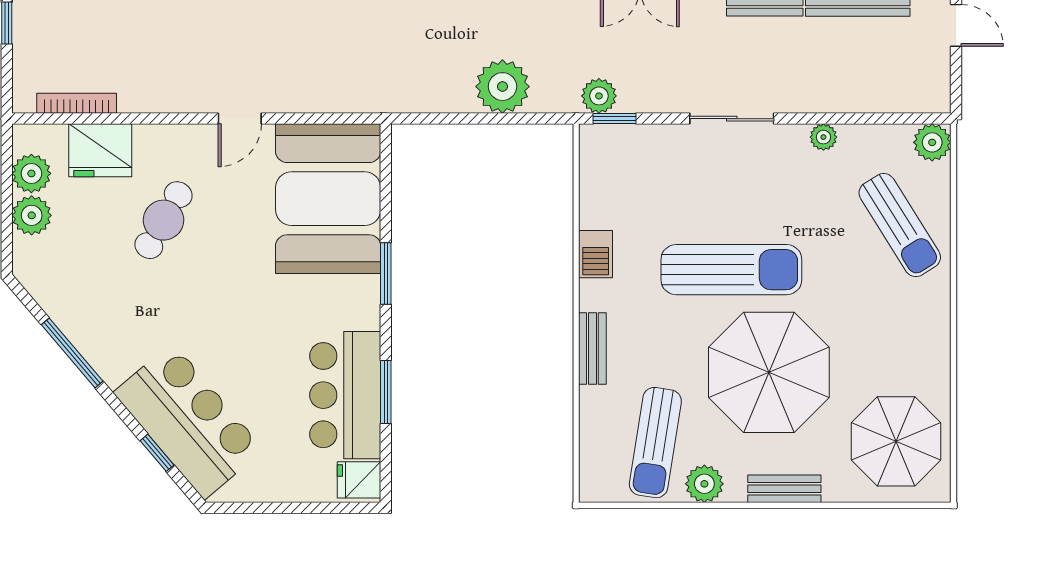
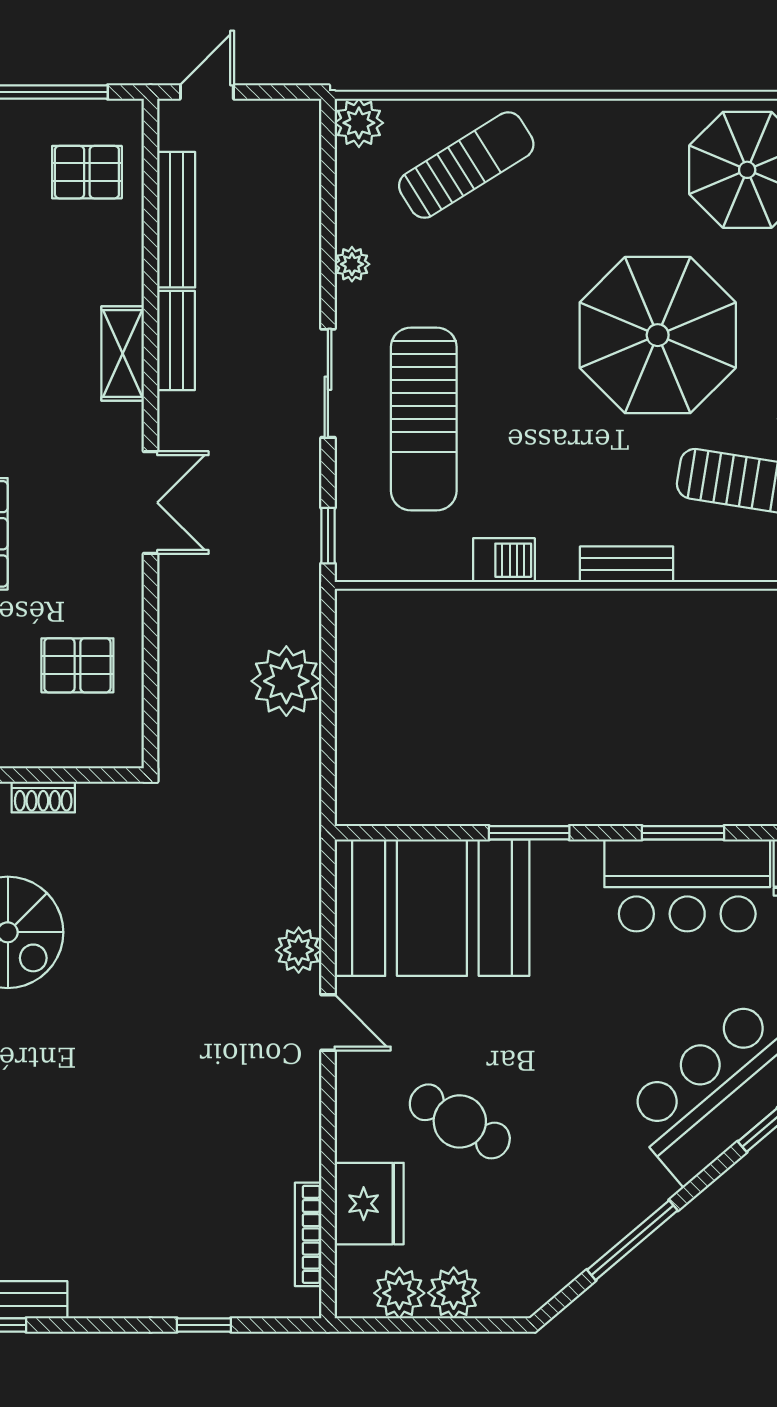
plant: (599, 96) -> (299, 950), moved
sun lounger: (731, 270) -> (424, 419), moved, turned 180

